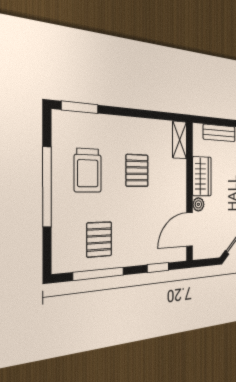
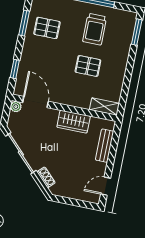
trolley: (88, 170) -> (95, 29), turned -90
plant: (198, 204) -> (16, 107), moved
window: (99, 274) -> (24, 23), width x0.69

